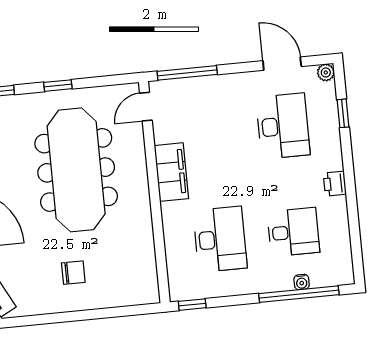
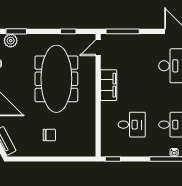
window: (58, 86) -> (68, 31), moved
desk: (220, 239) -> (132, 125), width x0.73

